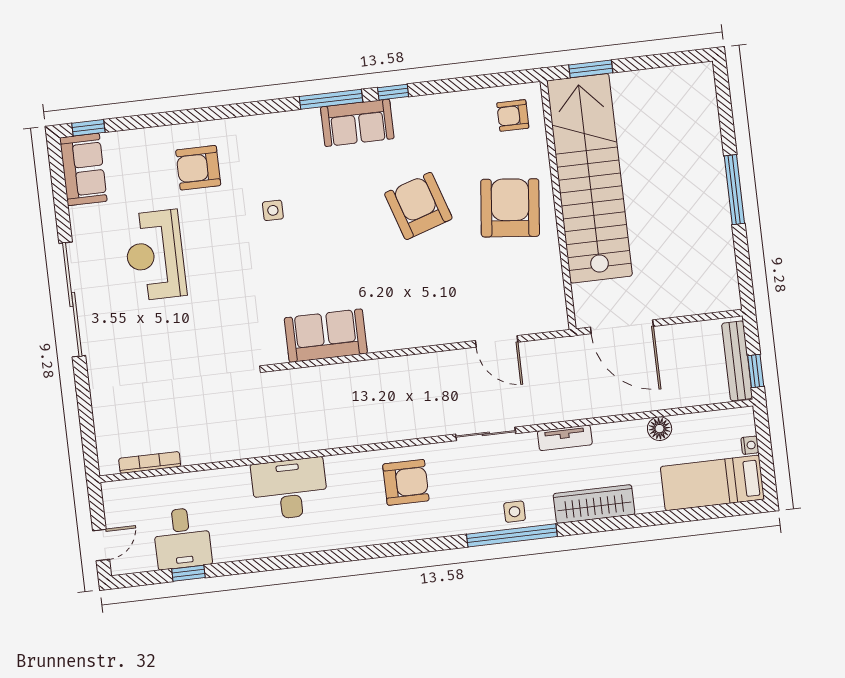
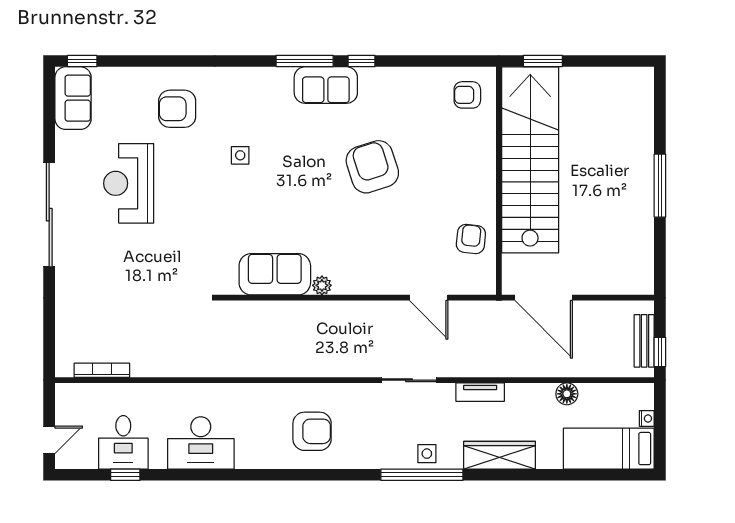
armchair: (510, 208) -> (471, 239), moved, width x0.53, depth x0.53
plant: (379, 342) -> (322, 285), added
bench: (737, 361) -> (644, 341), width x0.73
armchair: (406, 482) -> (312, 431), moved
desk: (290, 489) -> (201, 443), moved, turned 180

